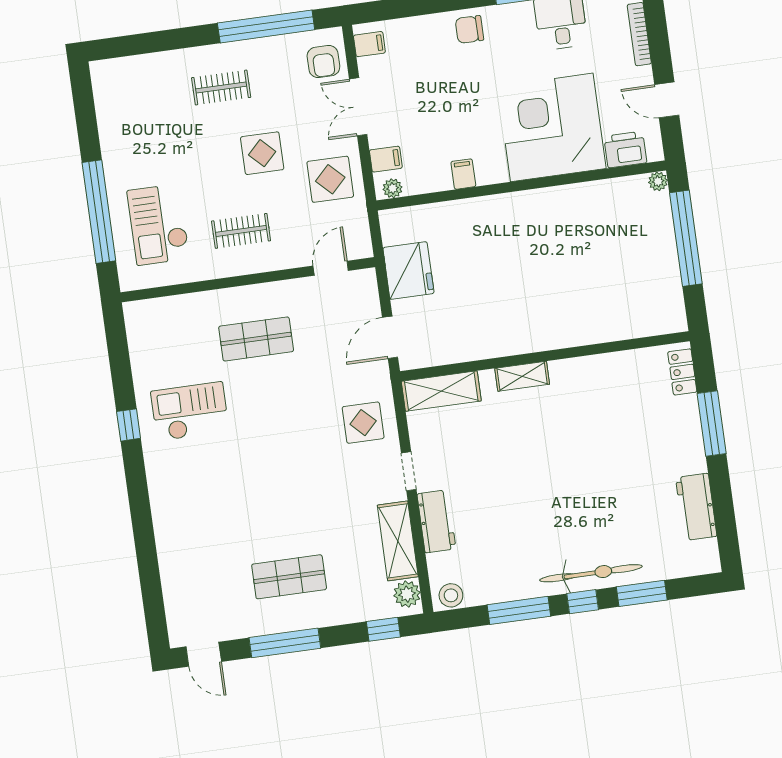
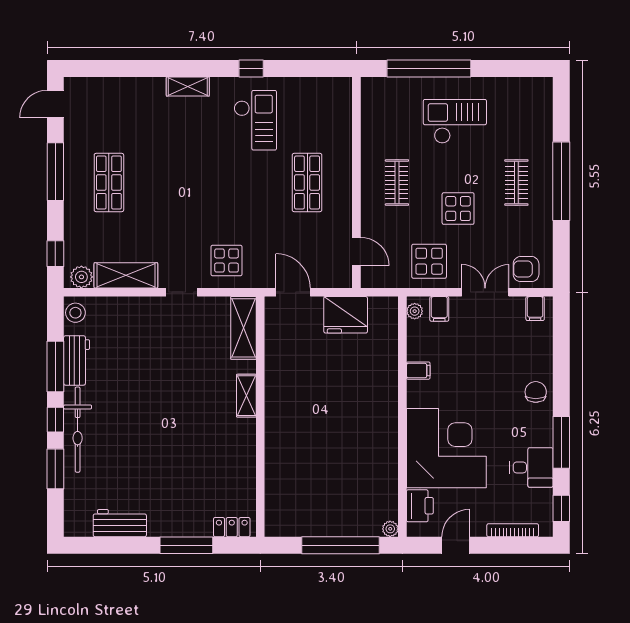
window: (266, 26) -> (561, 181), moved
checkout: (158, 225) -> (455, 121), moved
shelving: (161, 498) -> (188, 87), added
workbench: (436, 521) -> (77, 360), moved, turned -90

